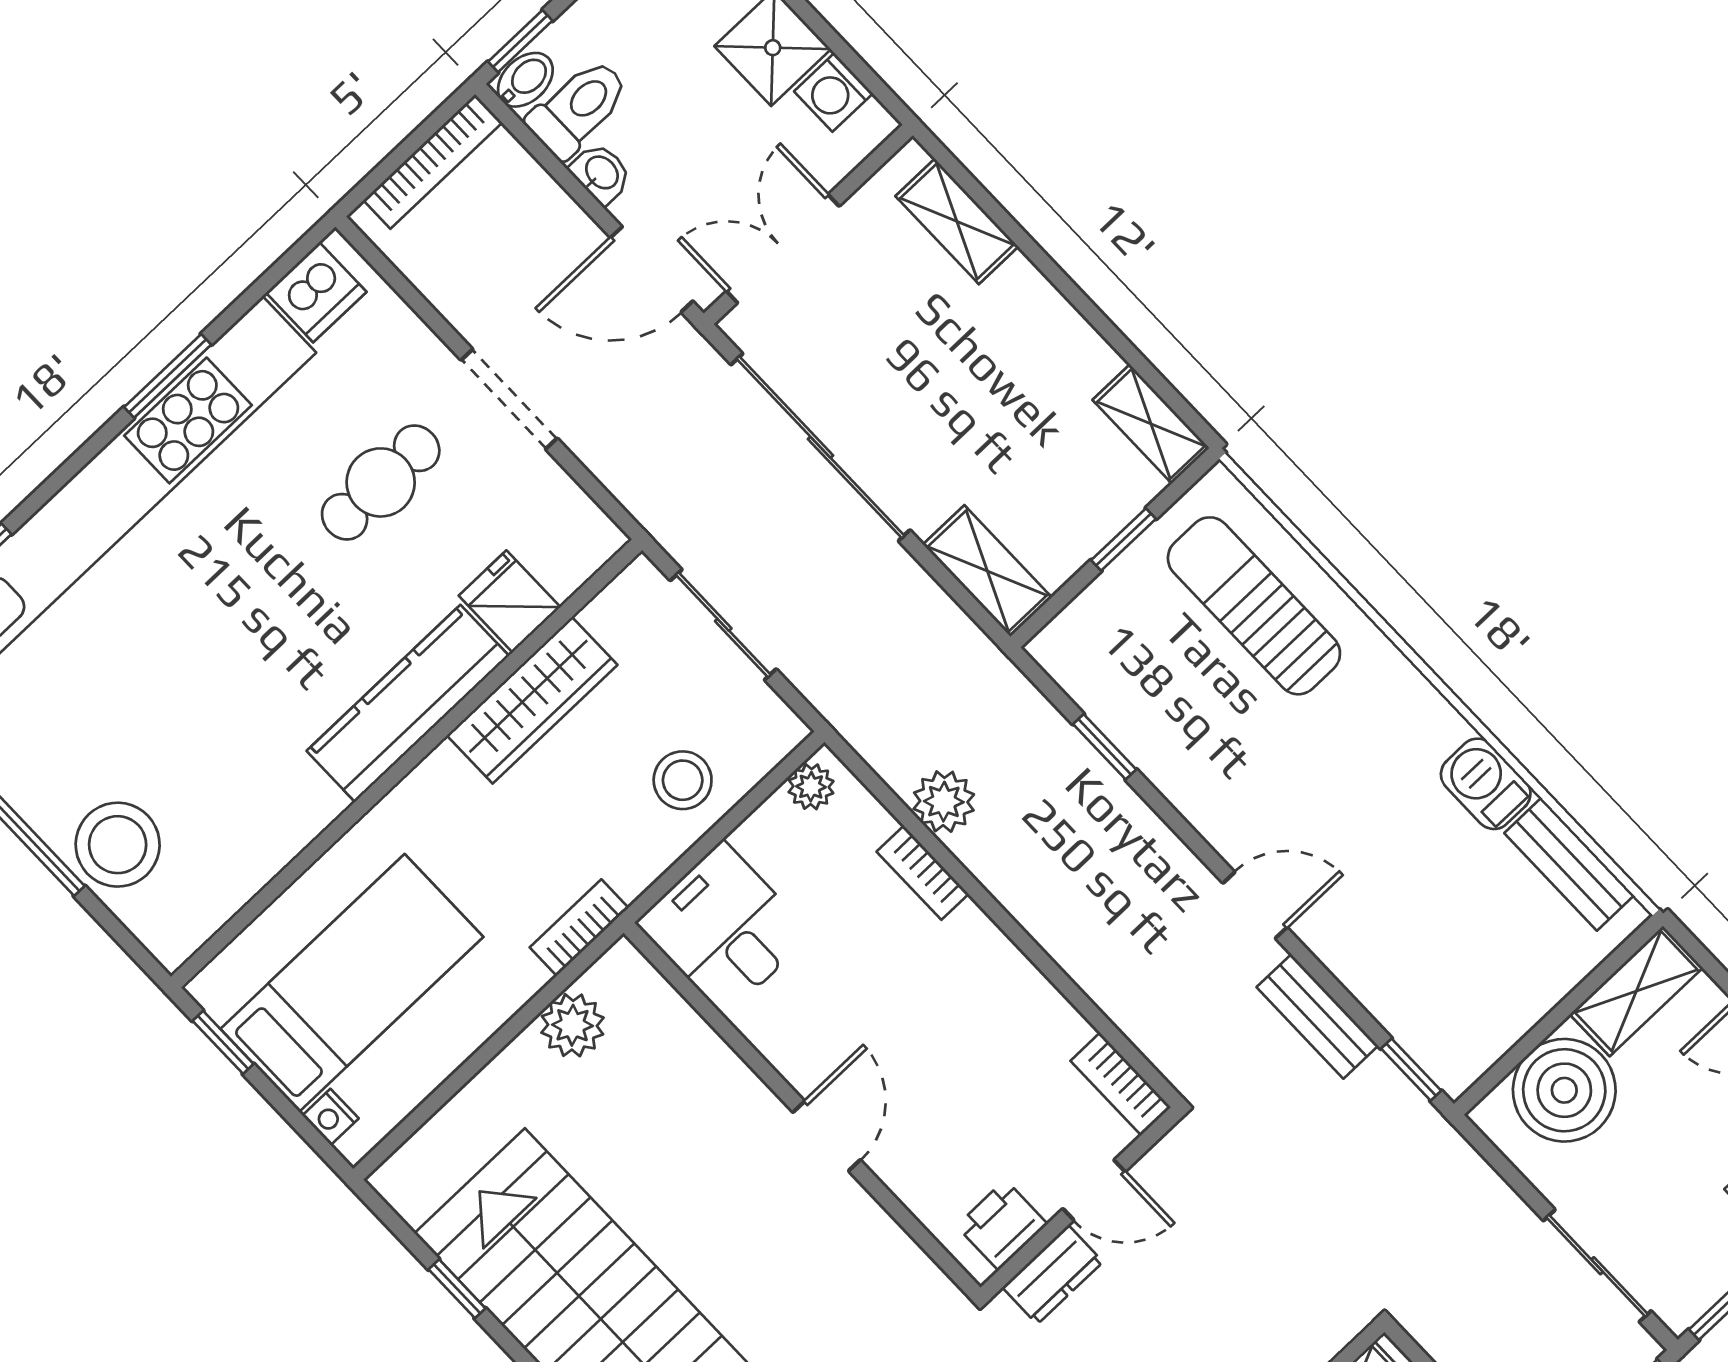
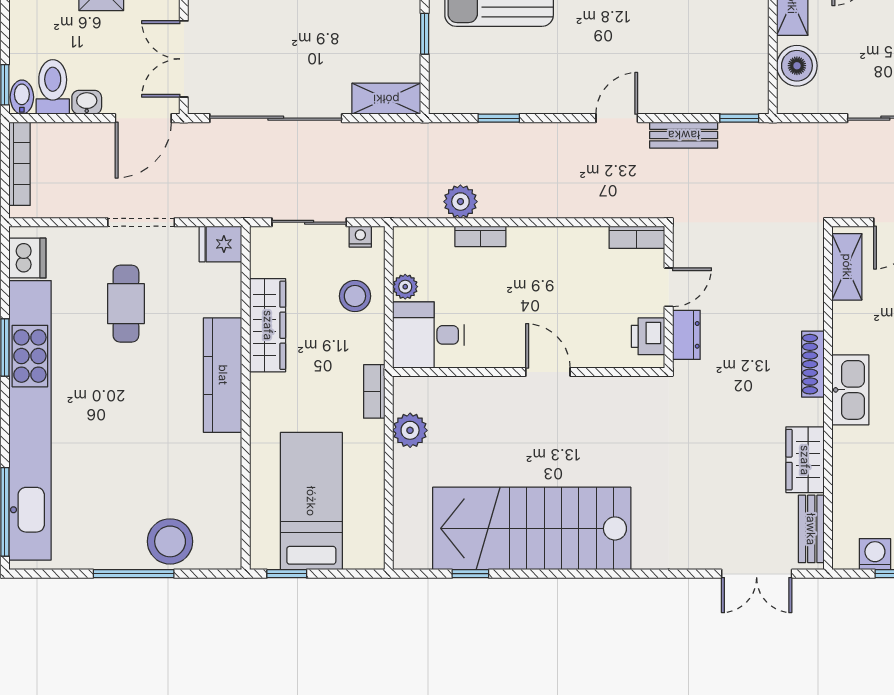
fridge: (510, 601) -> (220, 244), moved
plant: (811, 787) -> (405, 287), moved
boiler: (1564, 1090) -> (797, 66), width x0.73, depth x0.73
nightstand: (331, 1117) -> (360, 237), moved, turned 180

